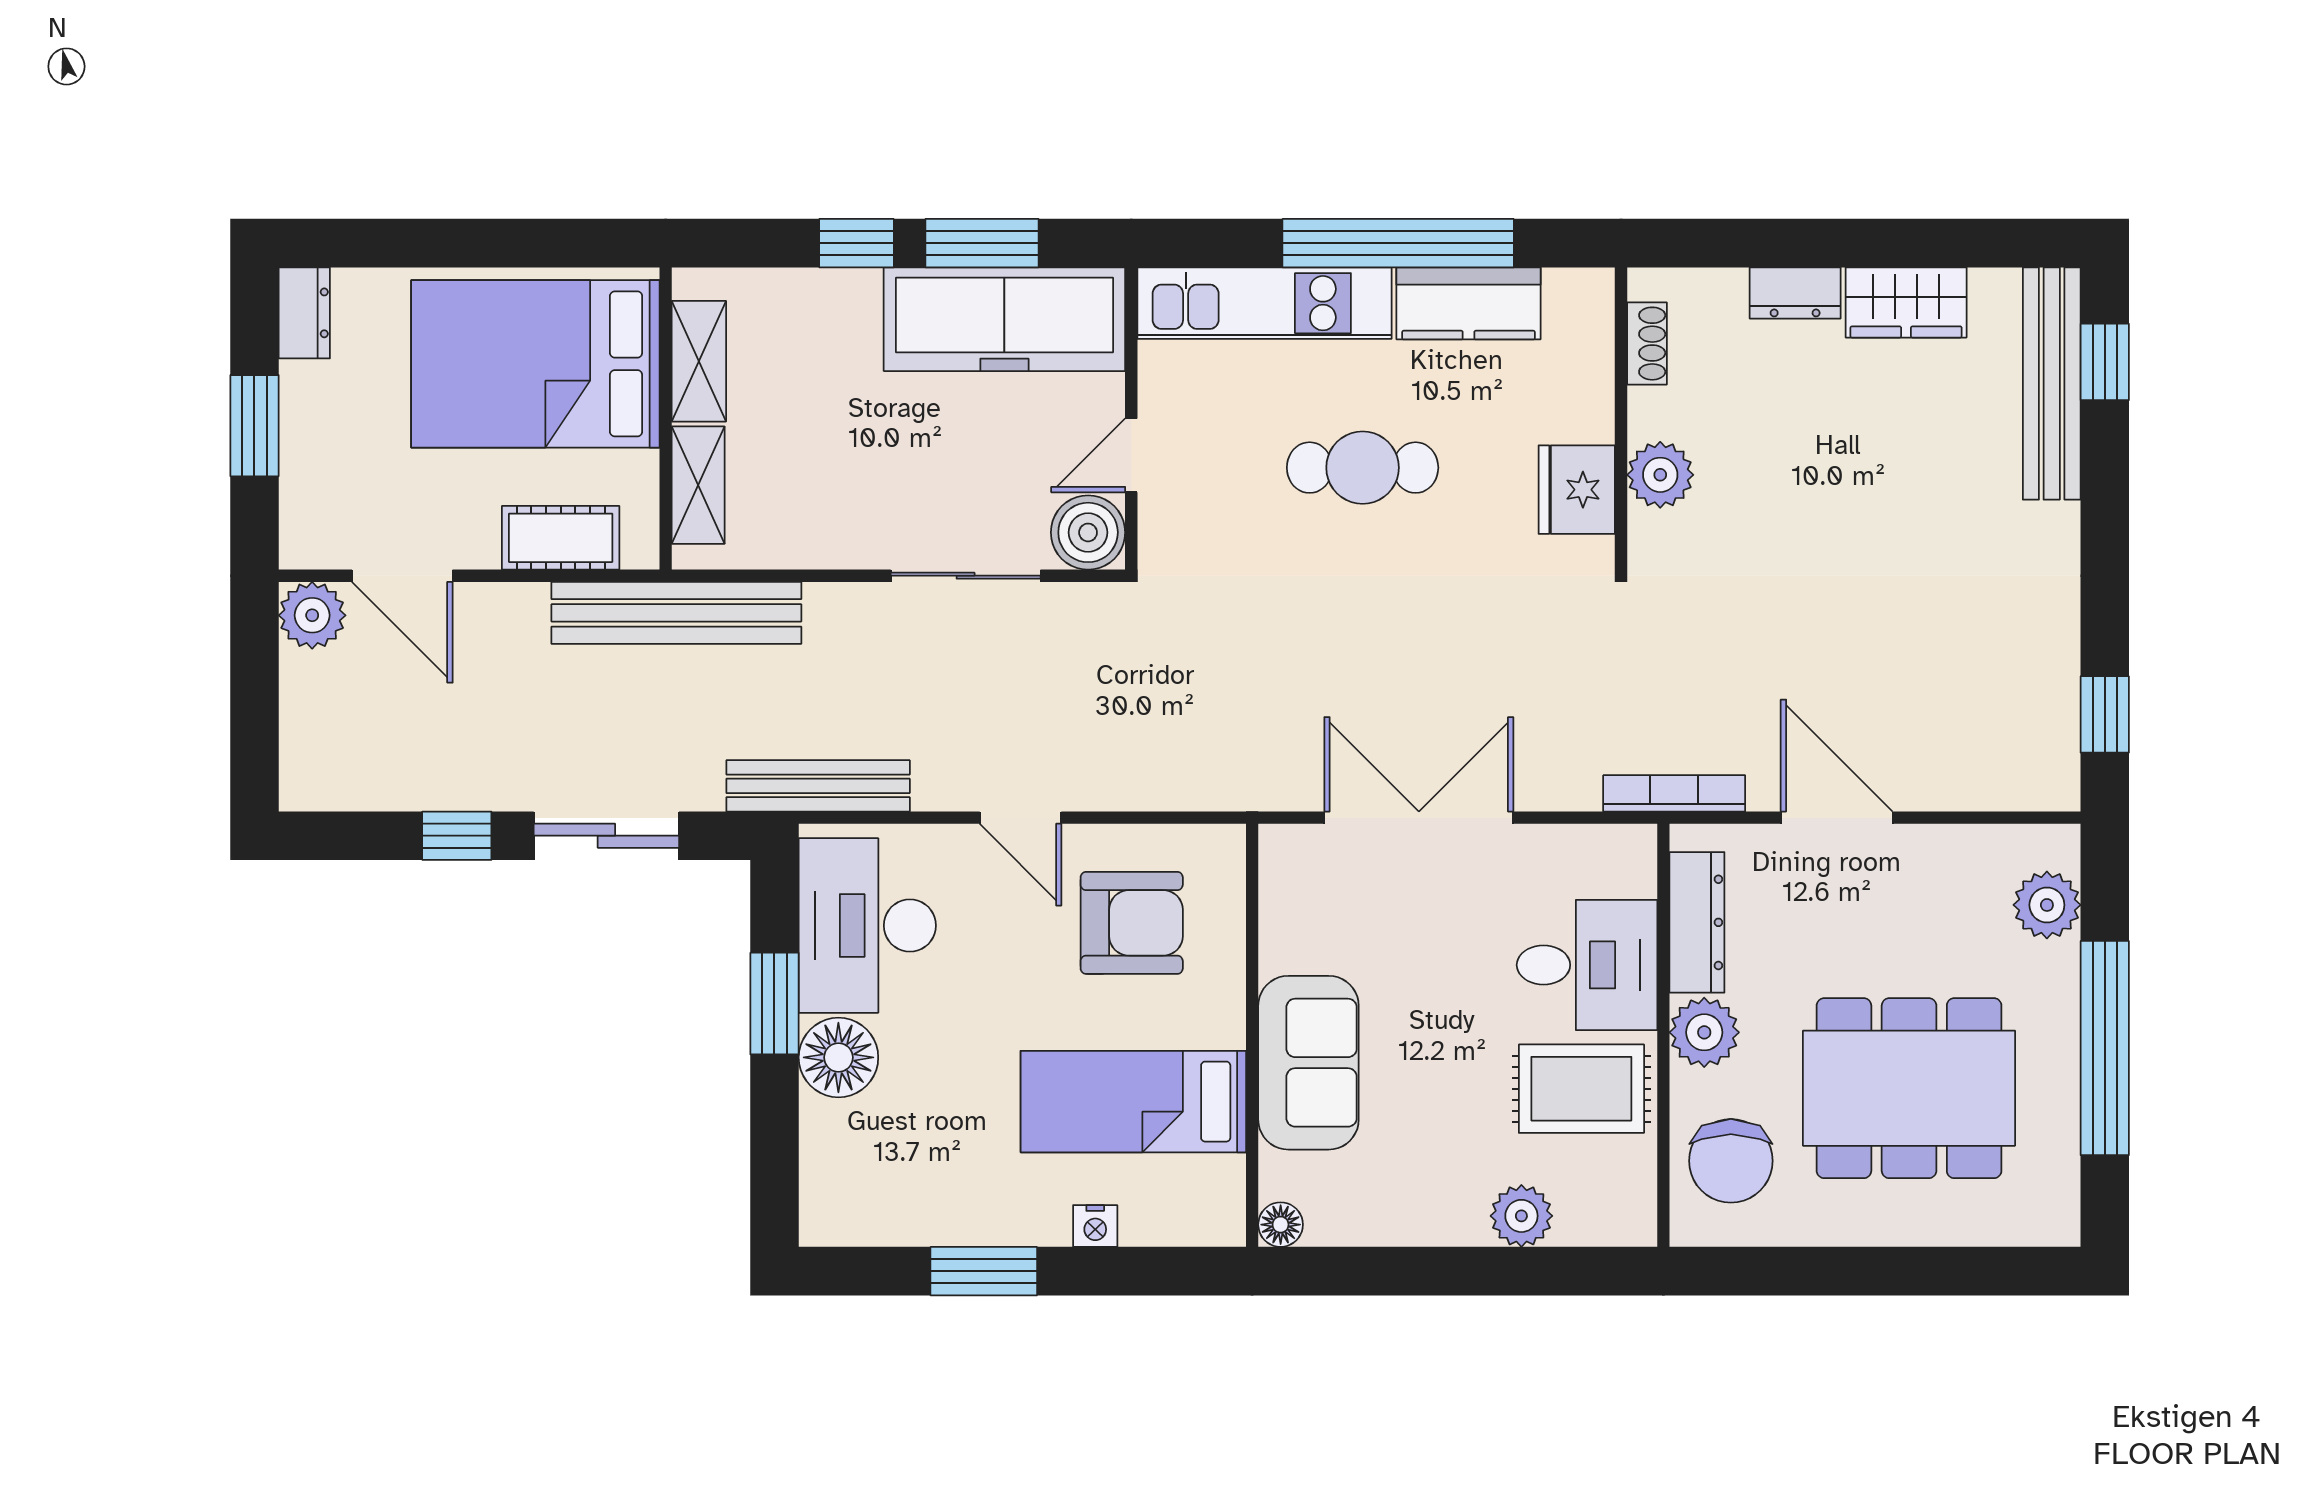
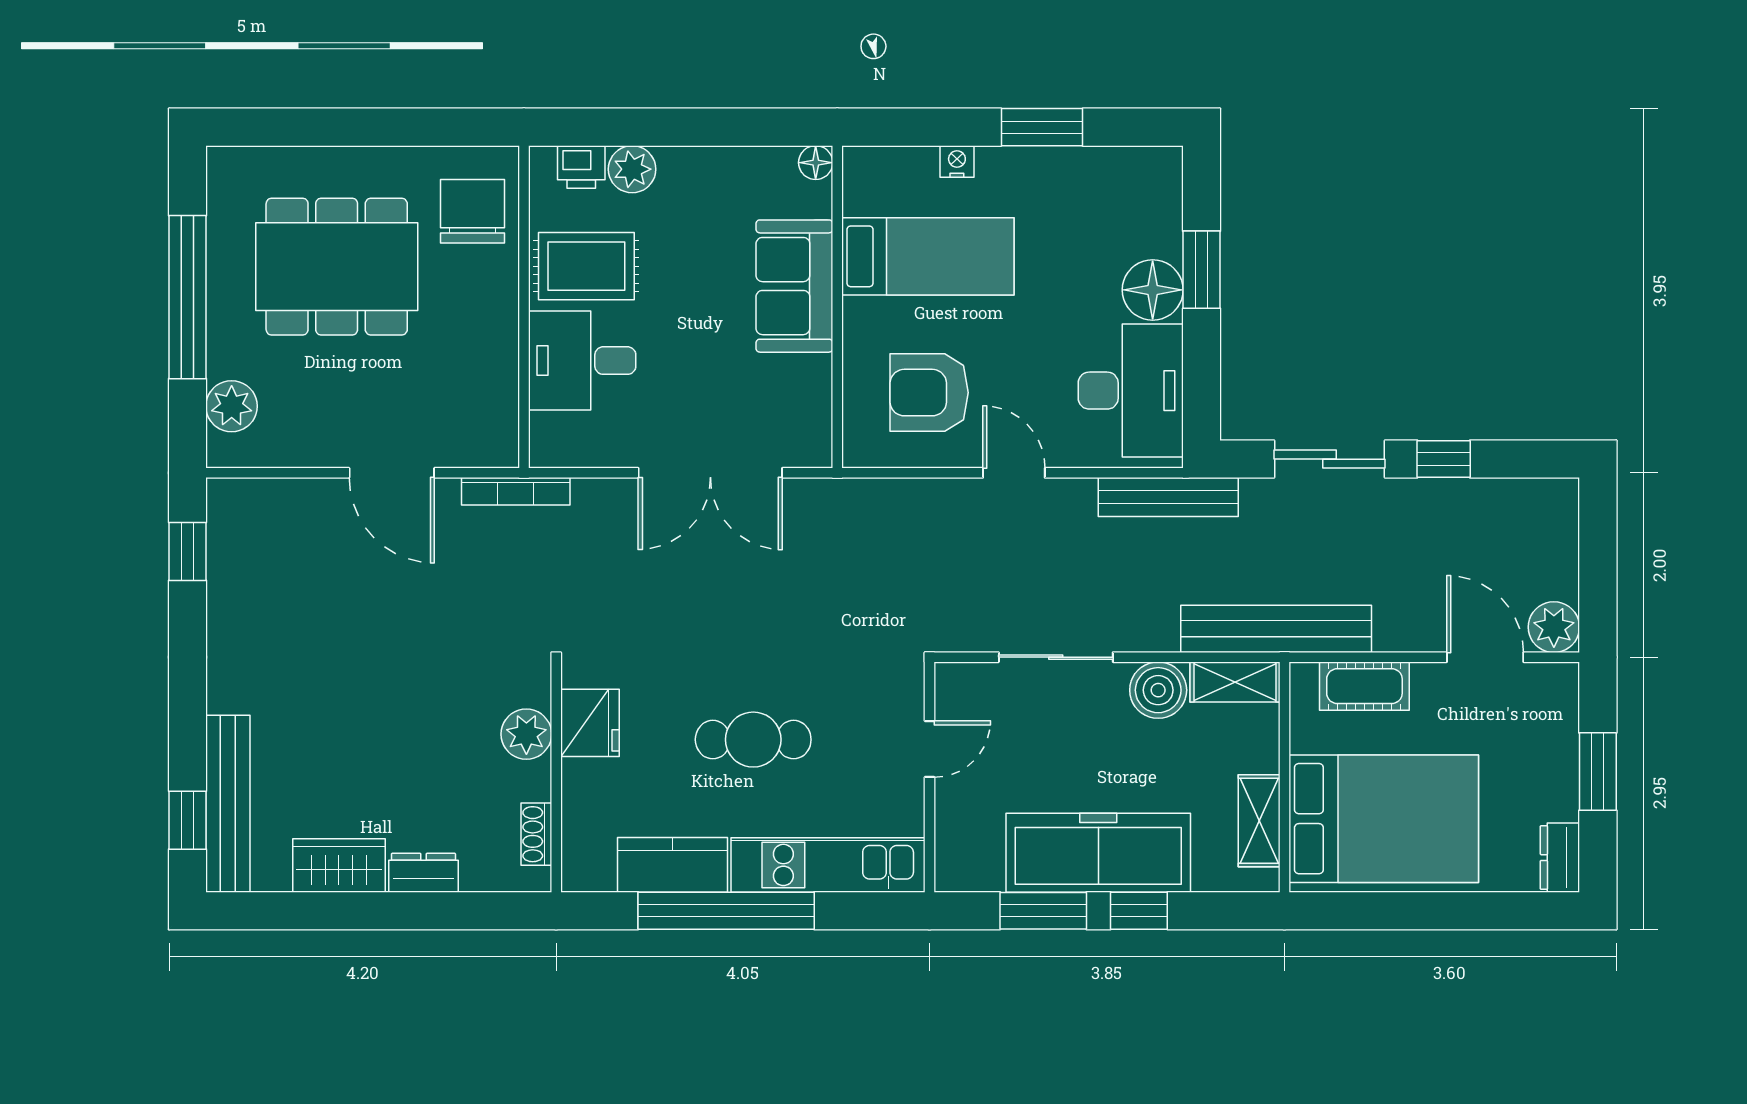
freezer: (1004, 319) -> (1098, 853), moved
shelving: (698, 485) -> (1235, 682), moved, turned 90
boiler: (1088, 532) -> (1158, 690), moved
dresser: (1697, 922) -> (498, 393), removed
window: (774, 1004) -> (1201, 270), moved
plant: (1704, 1032) -> (493, 309), removed
printer: (1588, 1219) -> (581, 167), added

